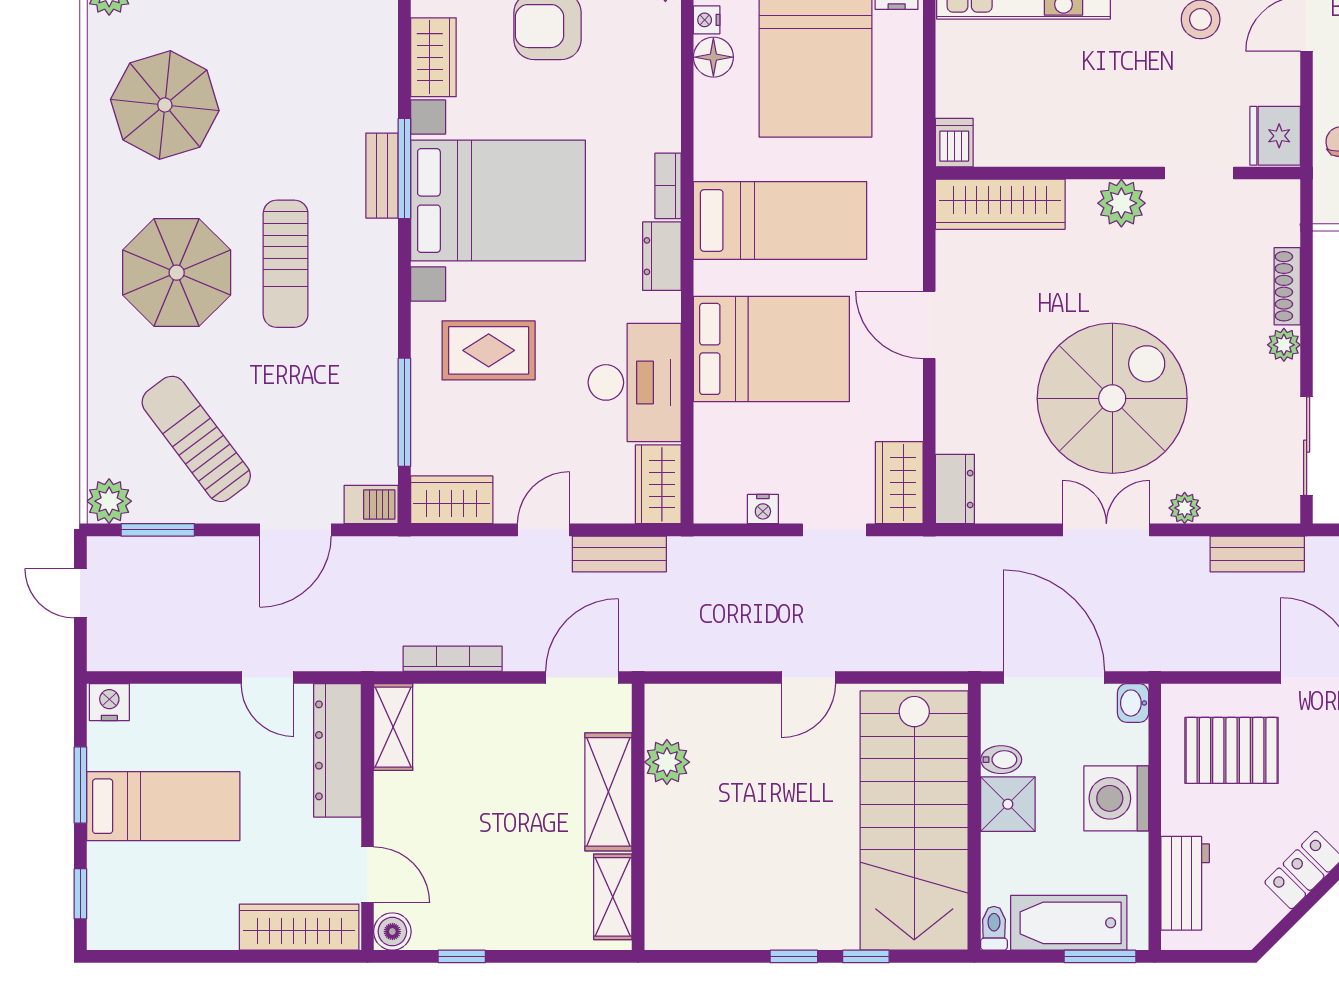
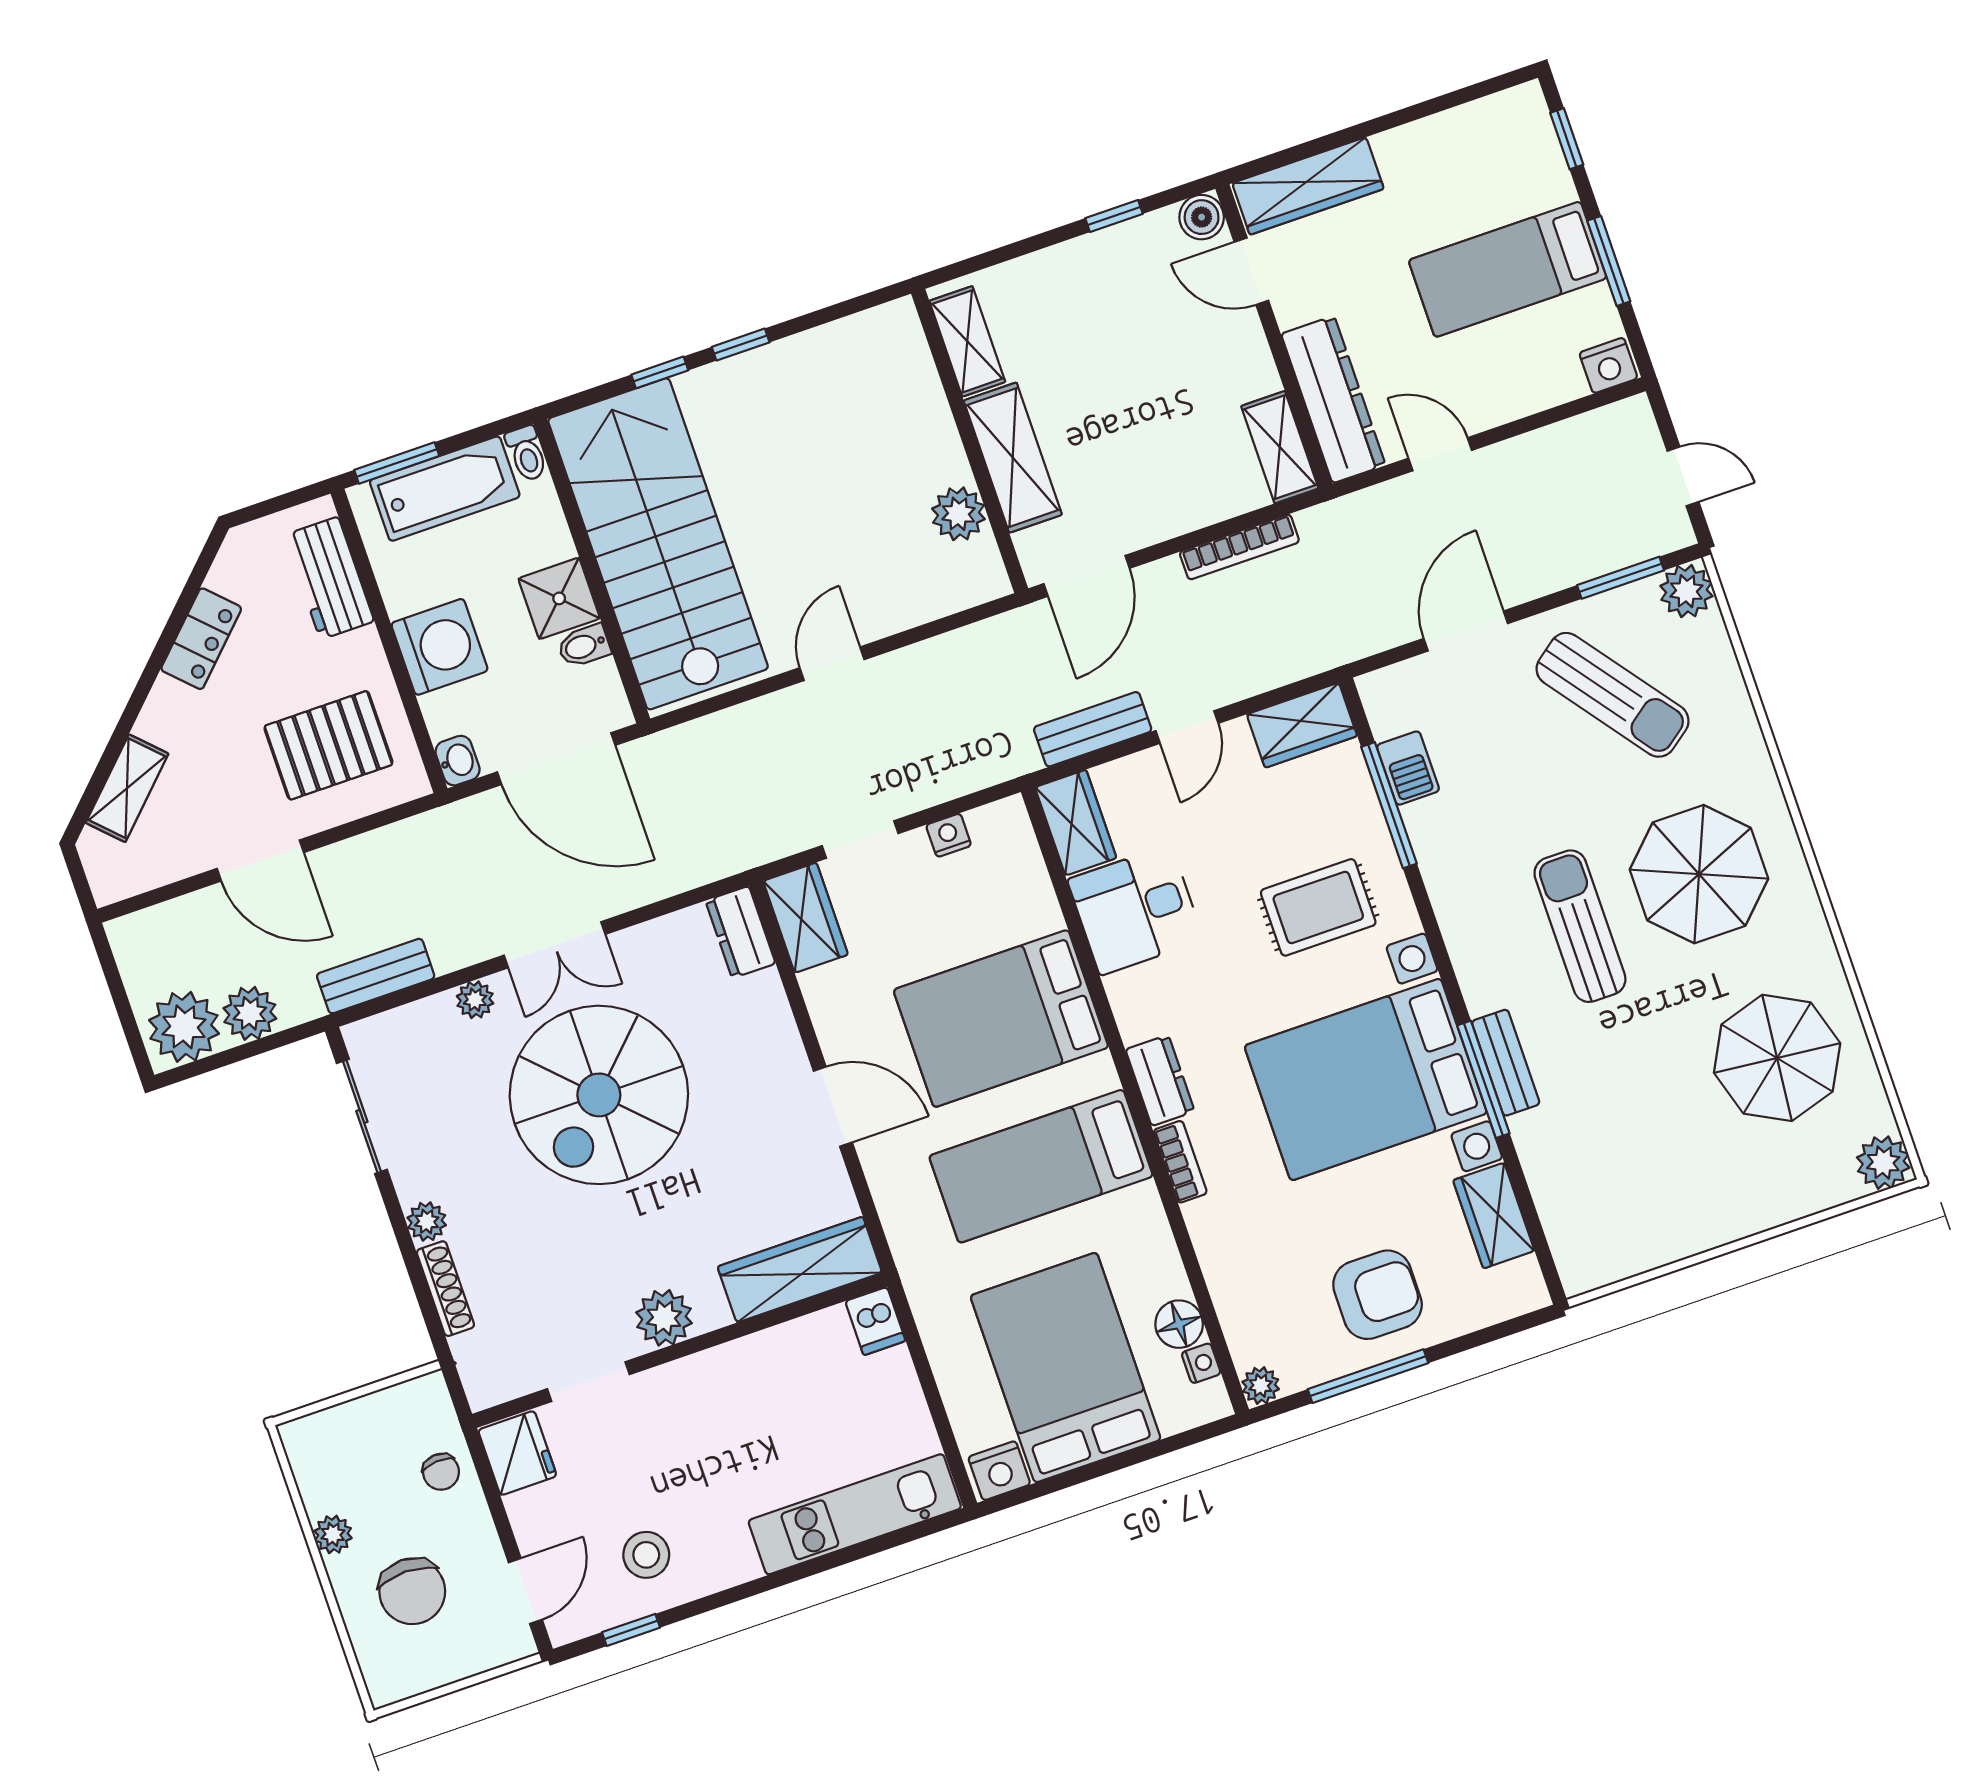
desk: (635, 382) -> (1135, 910), width x0.73
barbecue: (371, 505) -> (1408, 768), moved, turned -90

